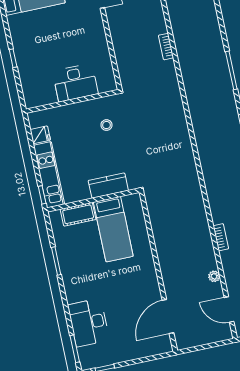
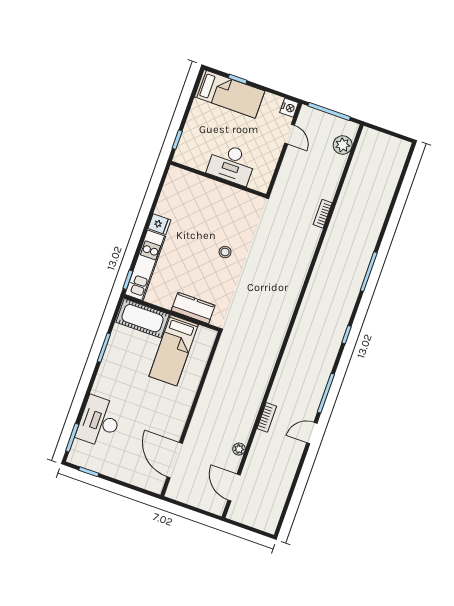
desk: (75, 83) -> (232, 164), moved
wall: (72, 101) -> (218, 179), moved
cot: (78, 214) -> (143, 318), width x1.37, depth x1.34
door: (168, 317) -> (175, 460), hinge flipped

